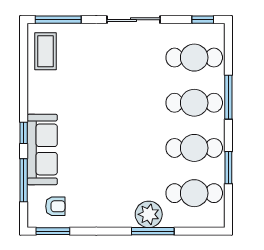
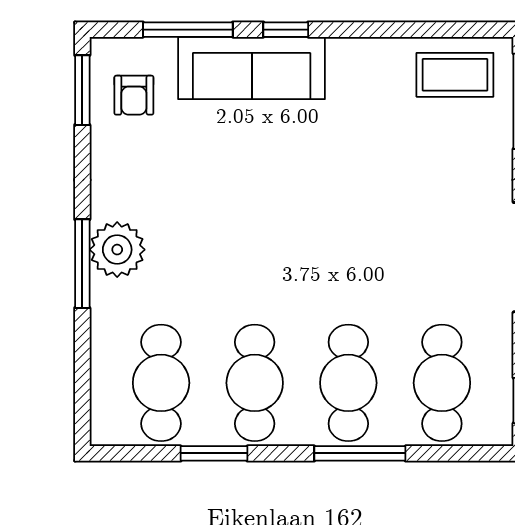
plant: (149, 214) -> (117, 250), moved
window: (153, 231) -> (82, 264), moved

